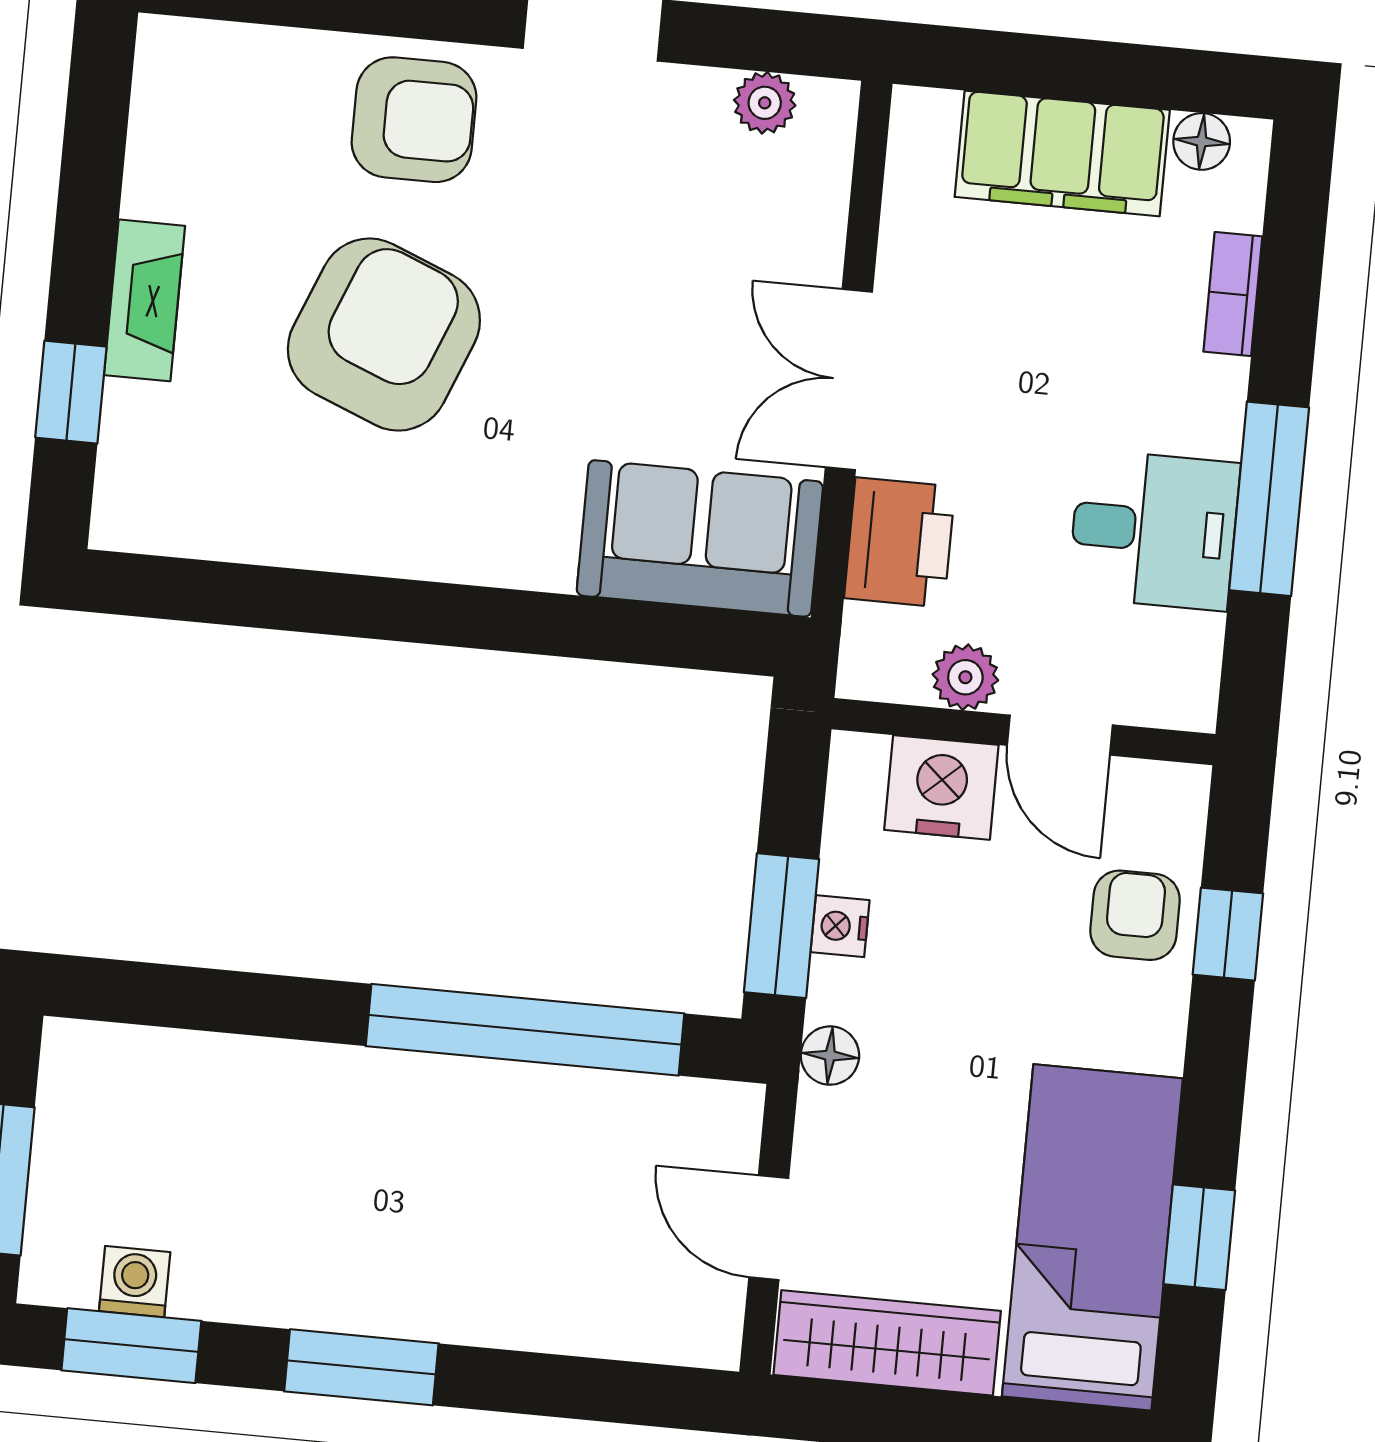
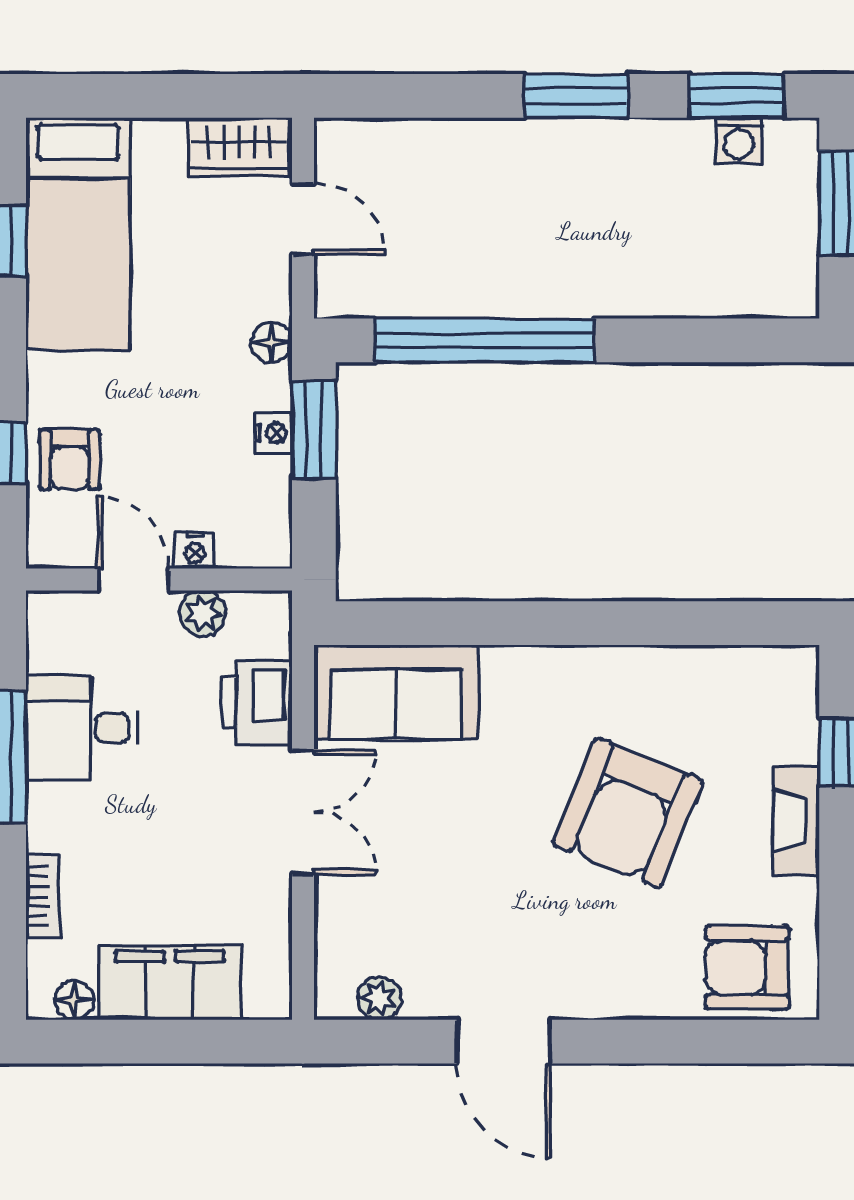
armchair: (414, 120) -> (747, 968), moved
nightstand: (941, 787) -> (195, 550), width x0.53, depth x0.56
wardrobe: (887, 1343) -> (239, 147), width x0.67

